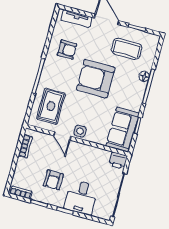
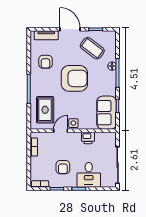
coffee table: (127, 49) -> (92, 48), turned 37
armchair: (67, 50) -> (46, 62), turned 90
armchair: (96, 79) -> (74, 78), turned 180
door: (62, 136) -> (61, 131), swing flipped
printer: (118, 161) -> (88, 138), moved

